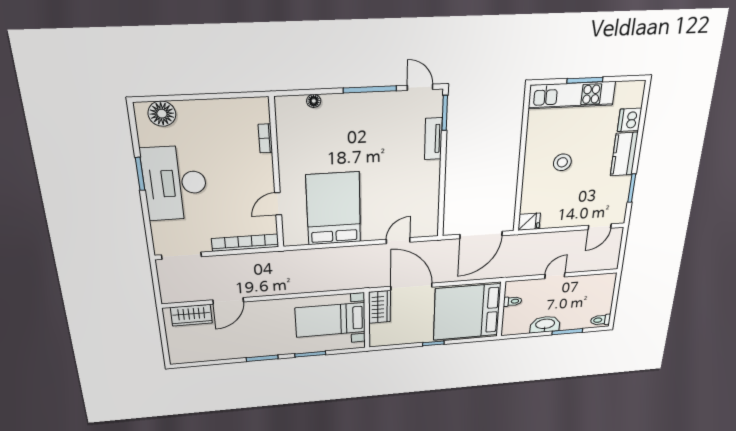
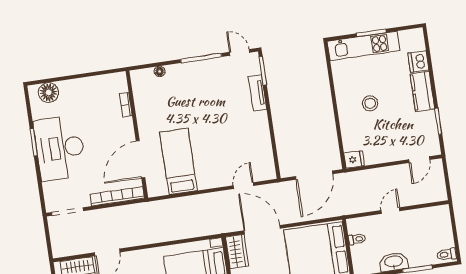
door: (278, 204) -> (141, 159), width x1.88
bed: (334, 209) -> (178, 161), width x0.67

